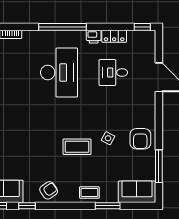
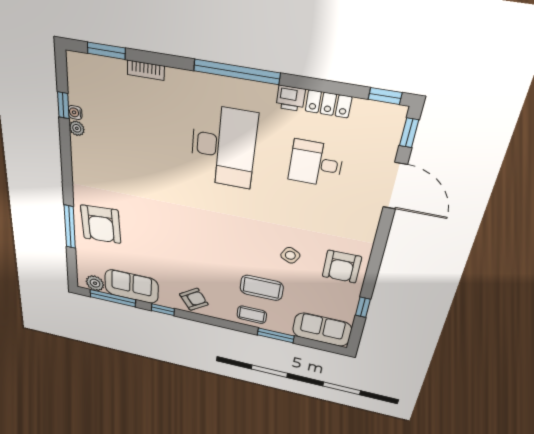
window: (159, 45) -> (409, 133), added
coffee table: (77, 147) -> (262, 288), moved
window: (159, 166) -> (363, 307), width x0.46

